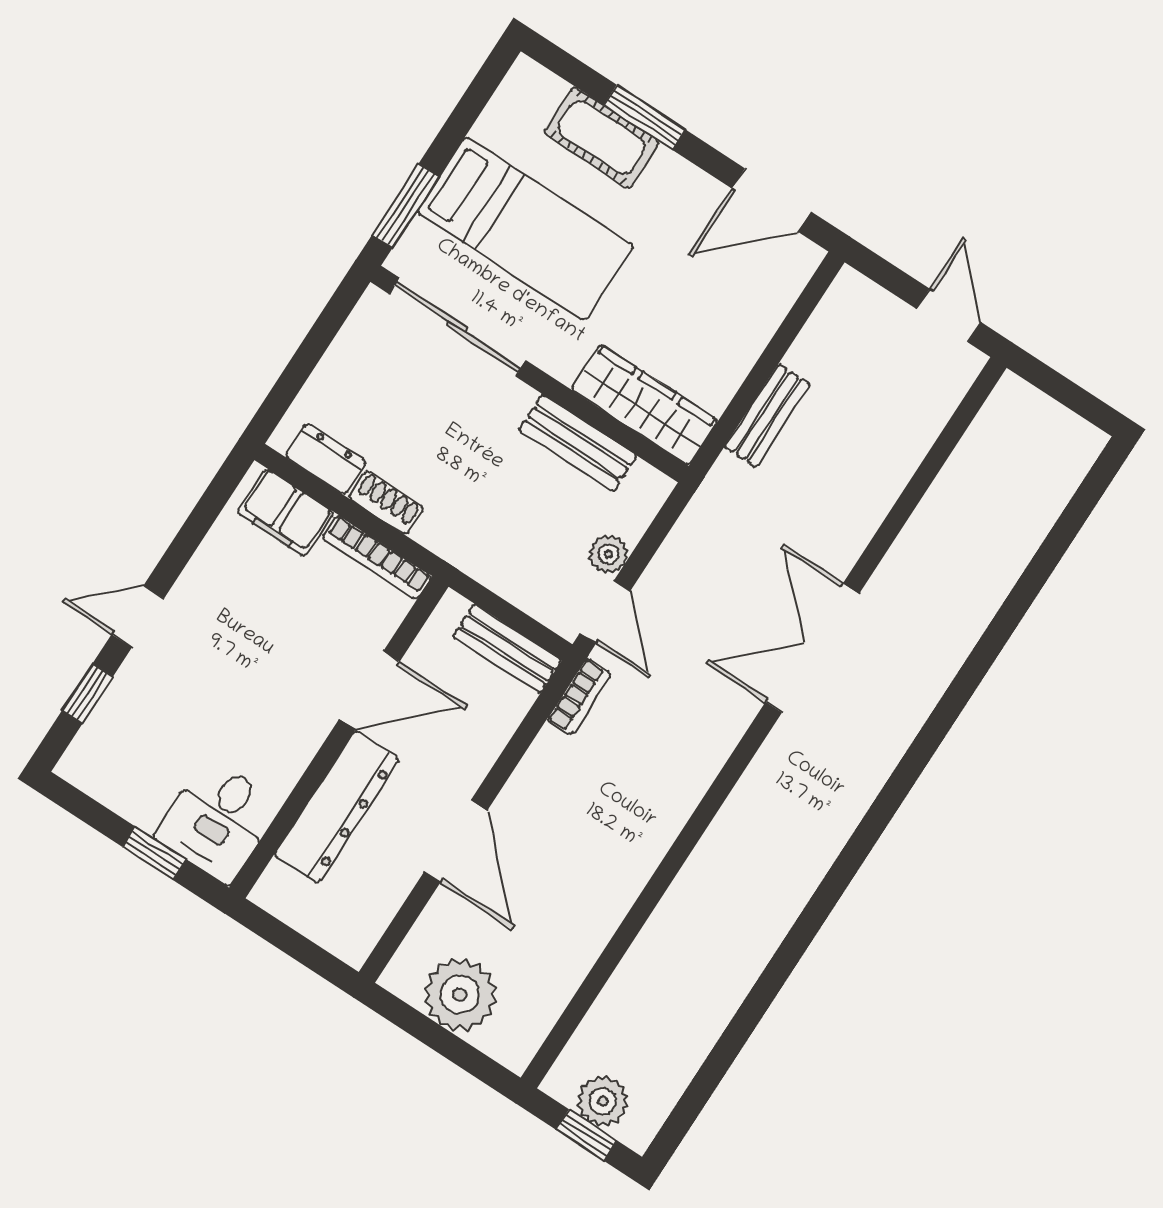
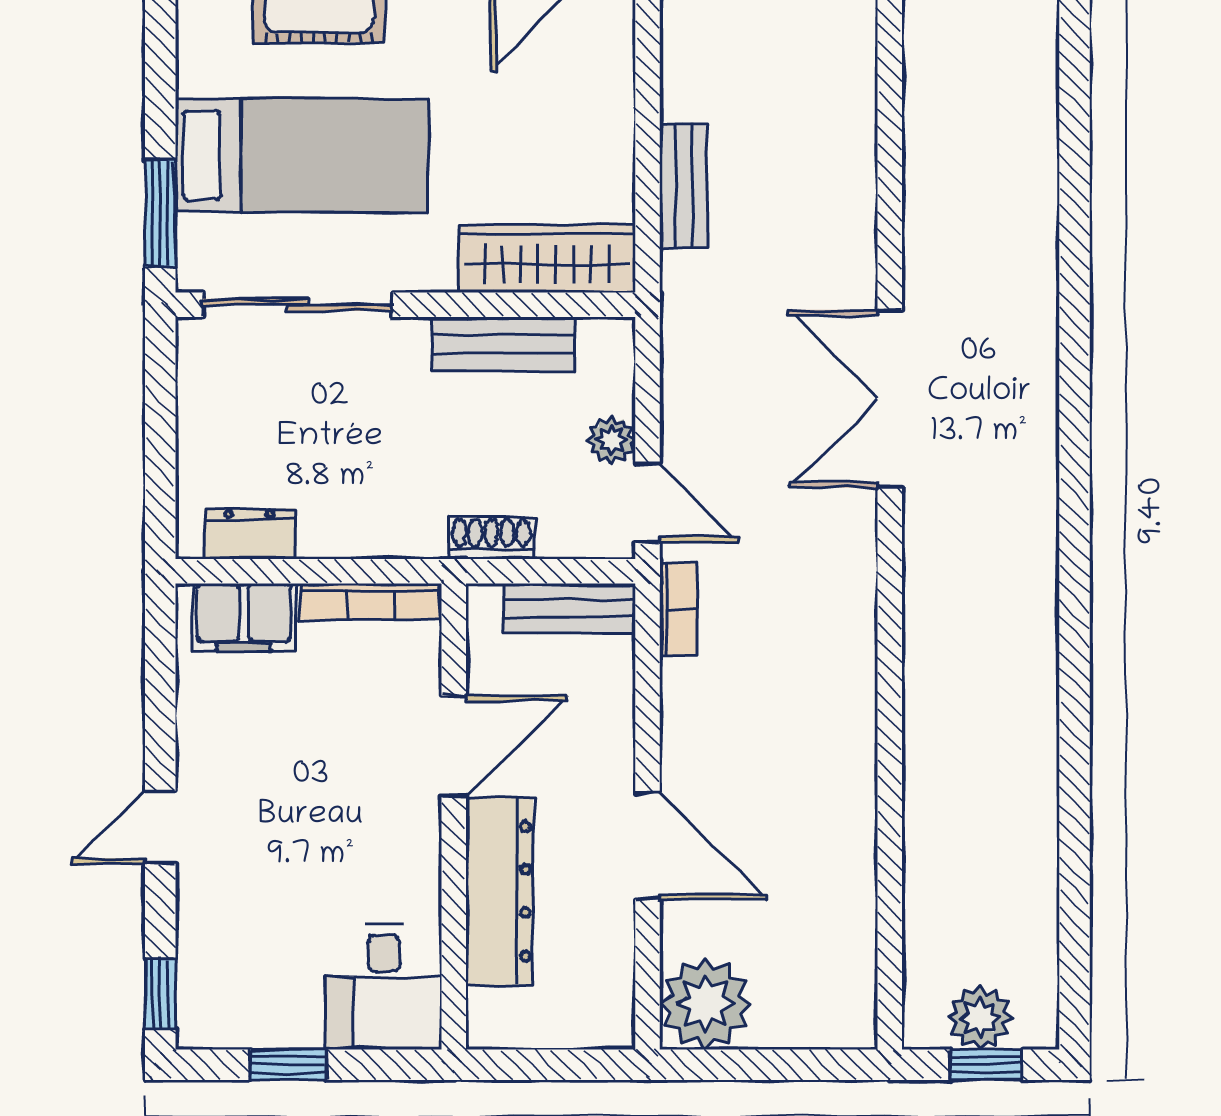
shoe rack: (386, 503) -> (491, 538), moved
window: (88, 694) -> (160, 994), moved
window: (154, 853) -> (288, 1065), moved
plant: (460, 995) -> (705, 1004), moved

